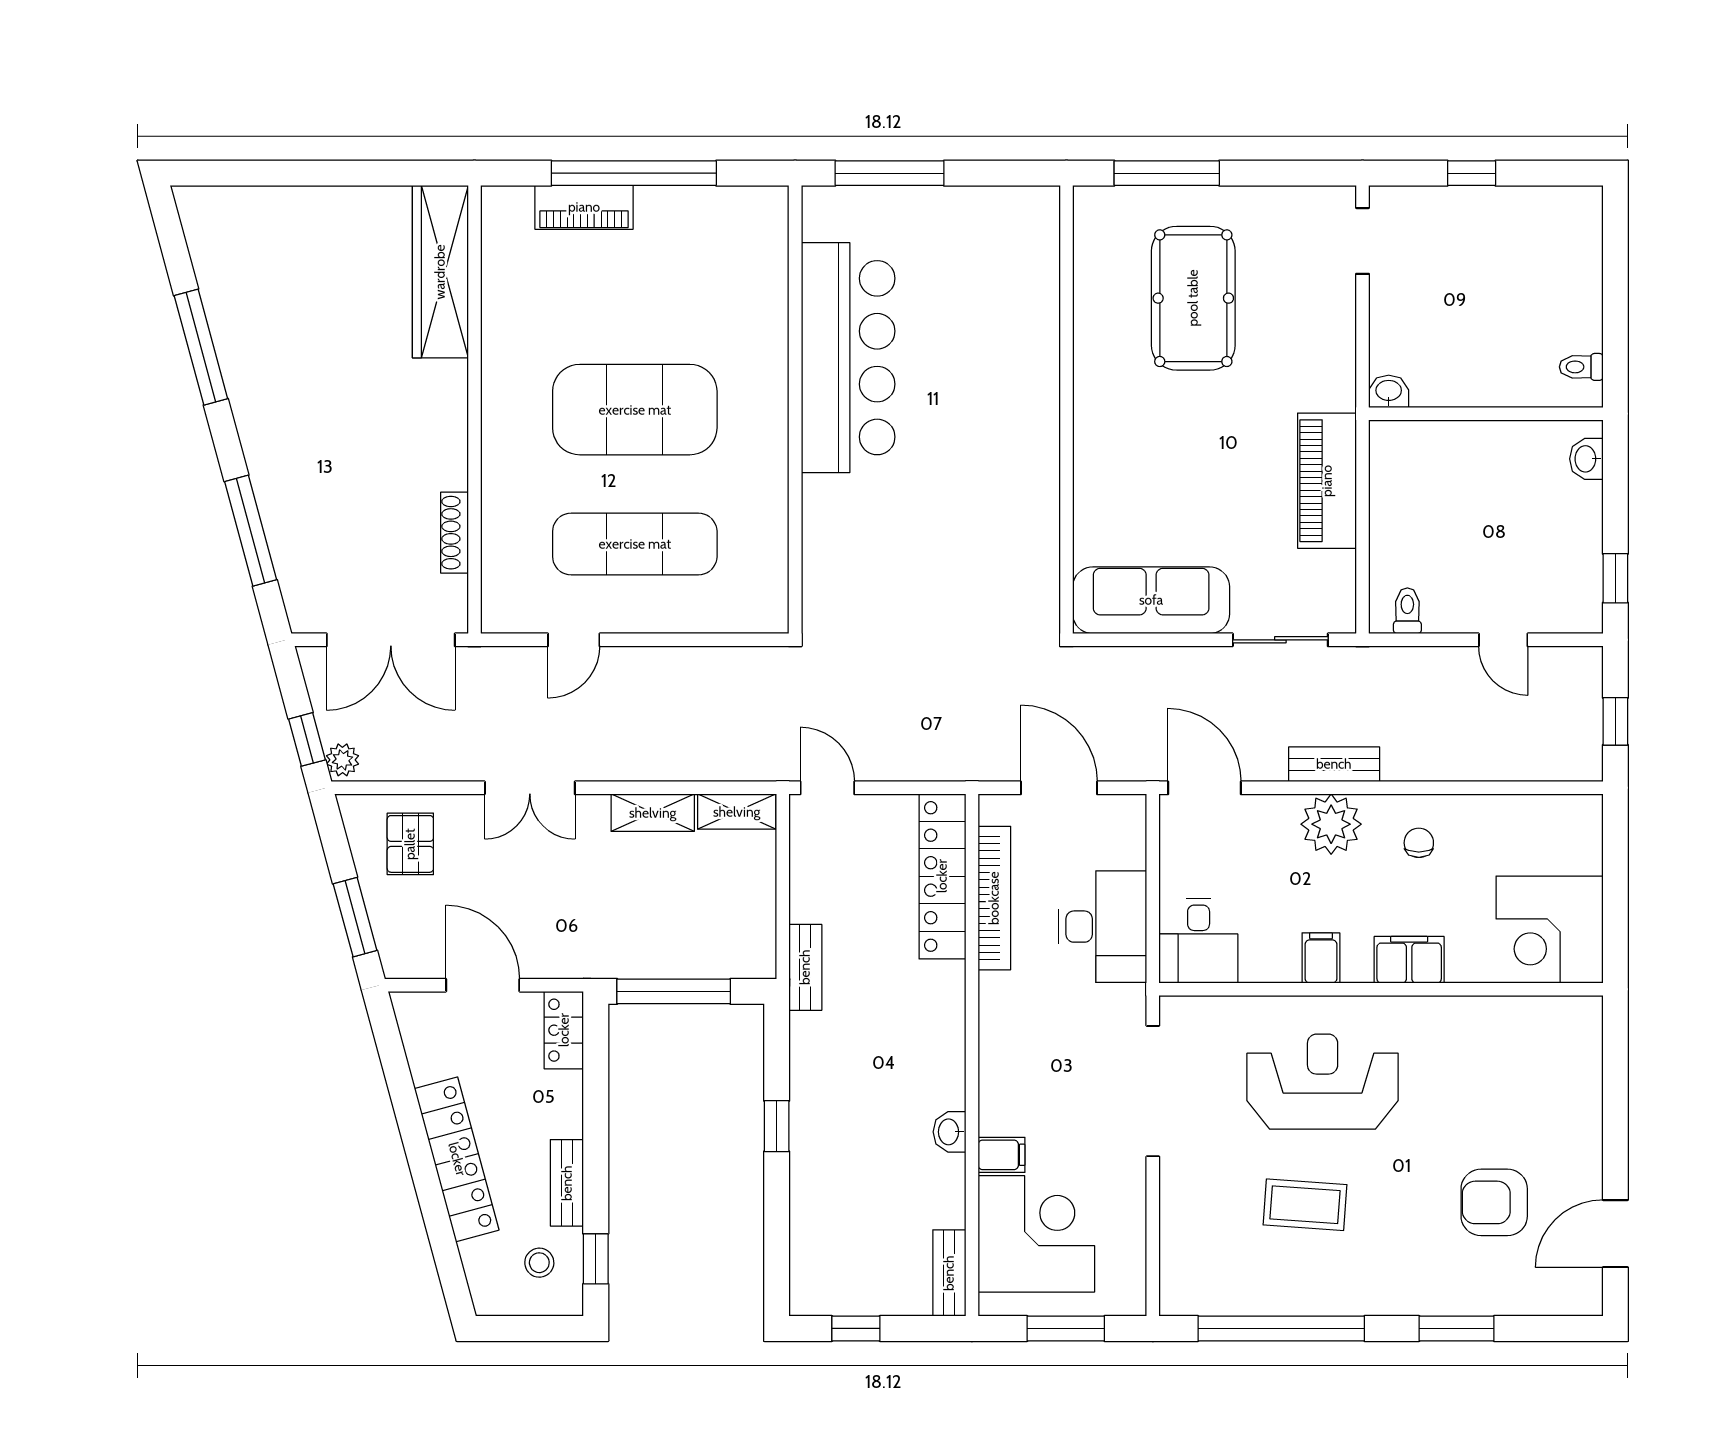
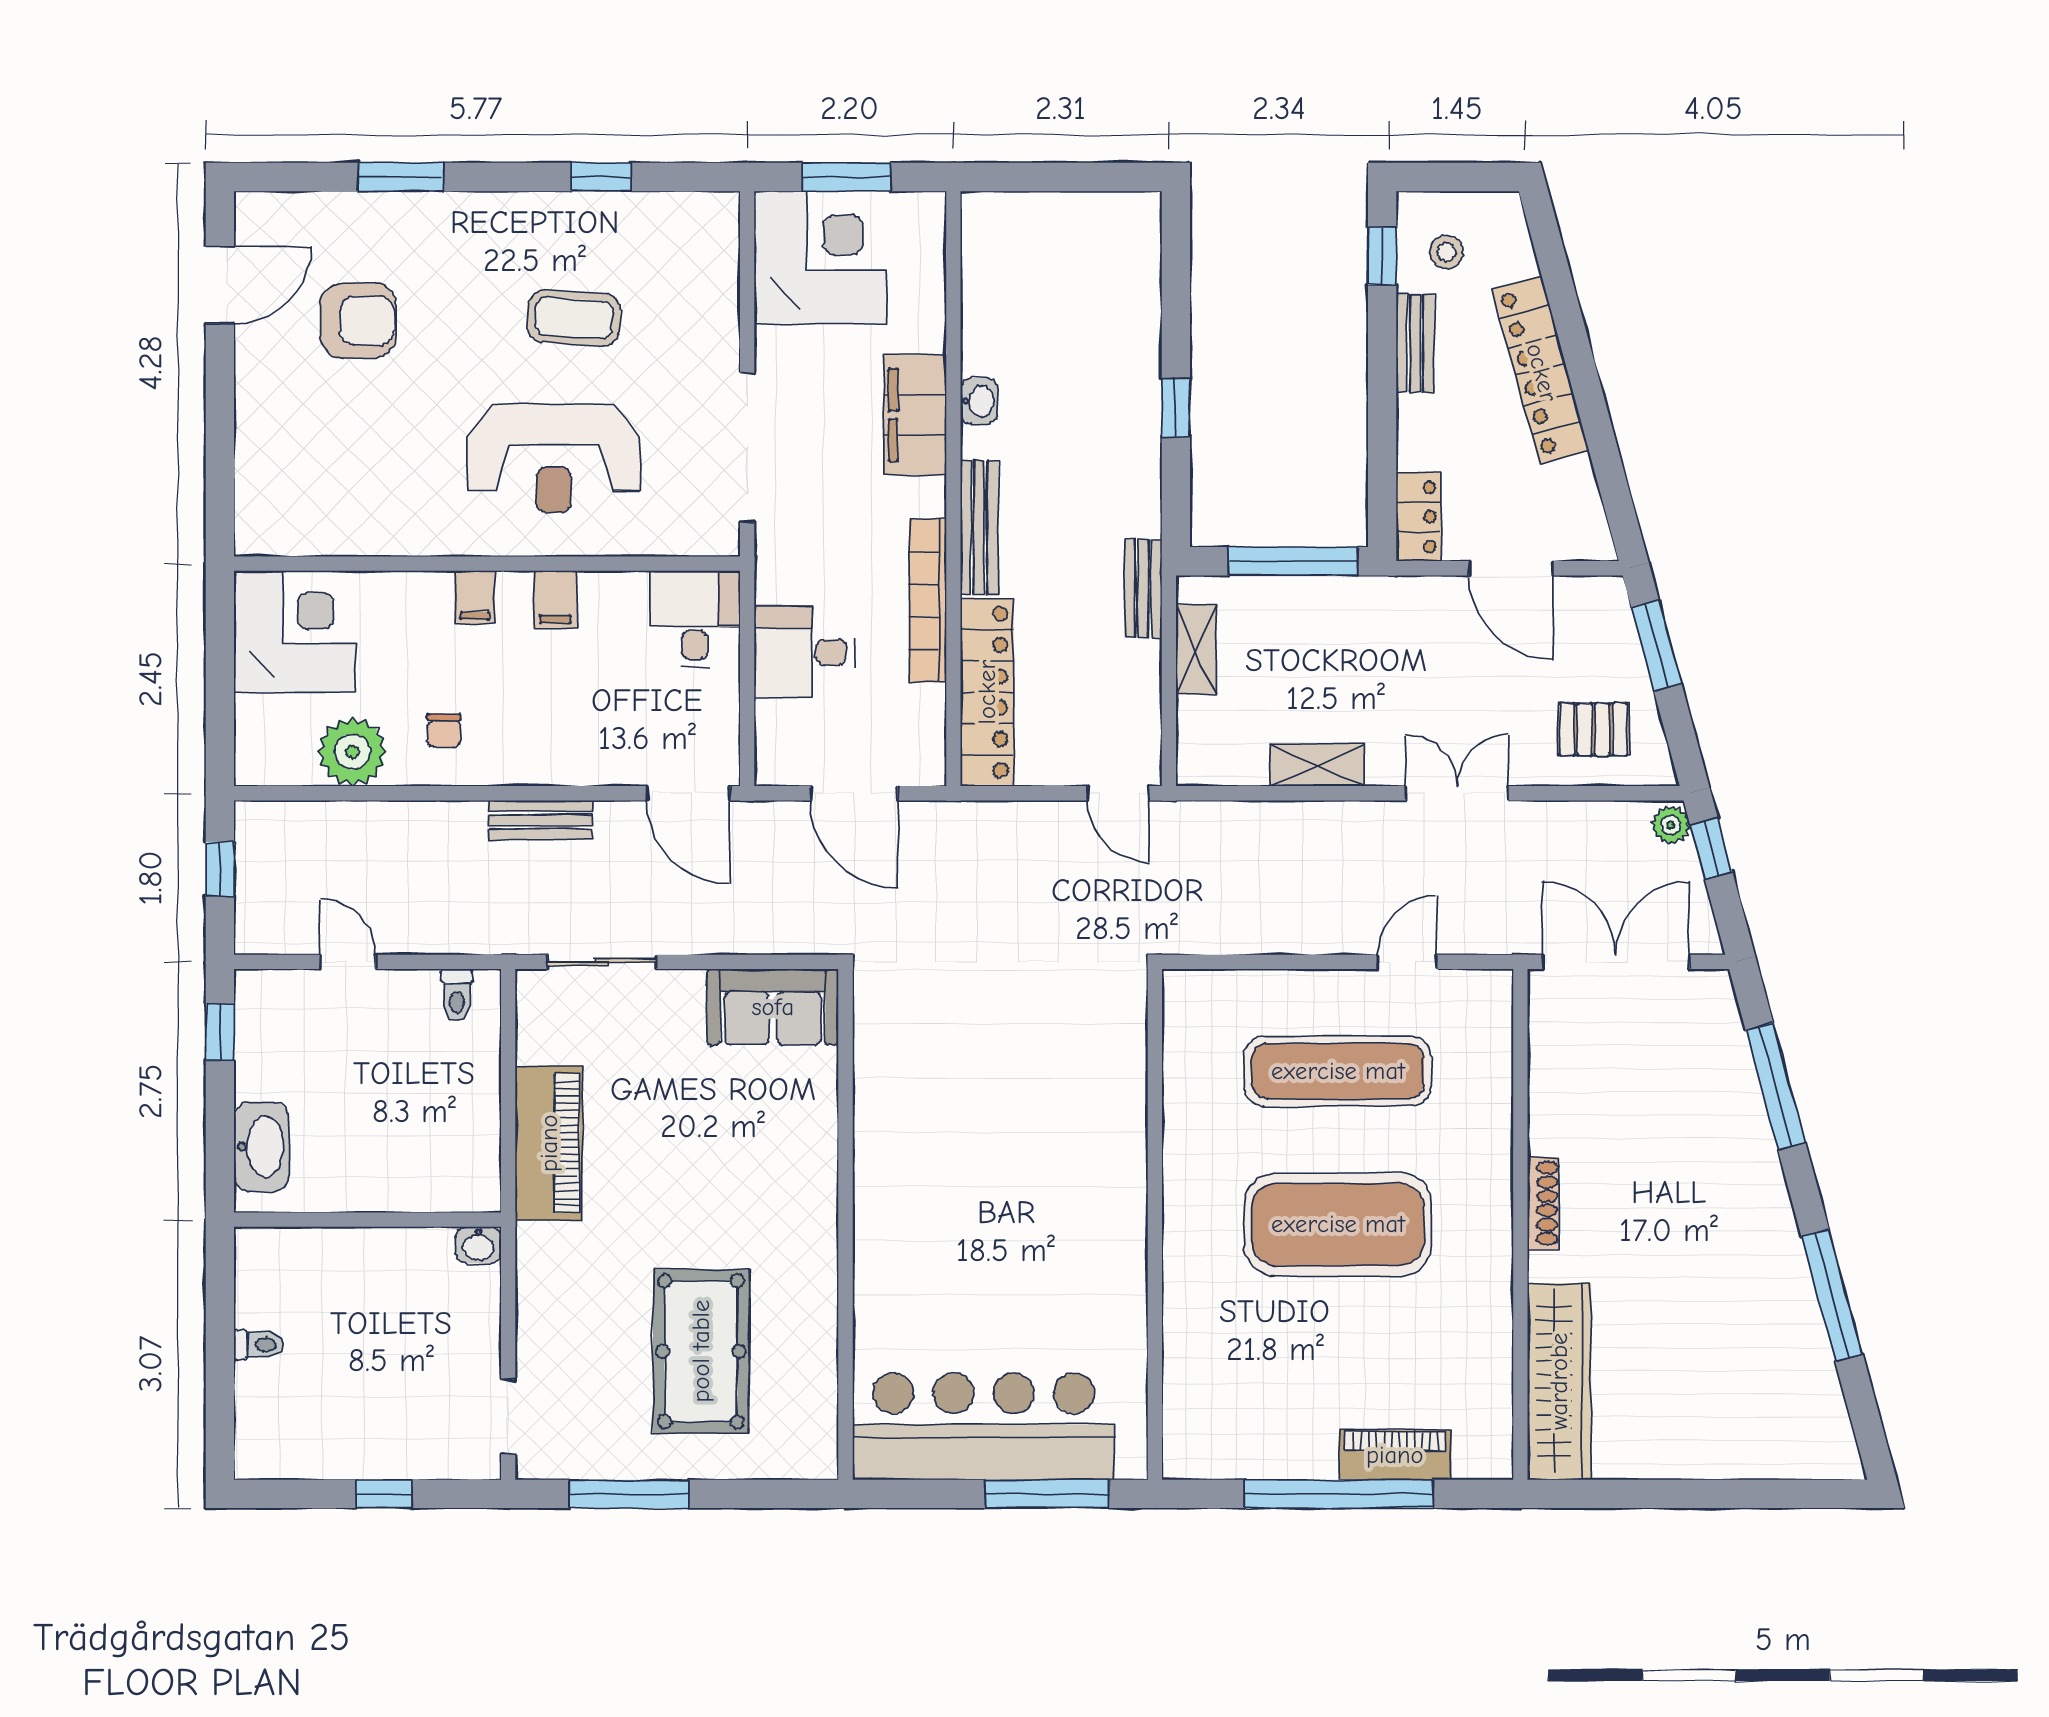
window: (1167, 173) -> (629, 1494), moved
bar counter: (848, 358) -> (984, 1426), moved, turned 90
toilet: (1581, 367) -> (259, 1345), moved
washbasin: (1586, 459) -> (261, 1147), width x1.91, depth x1.45
shoe rack: (454, 533) -> (1543, 1203), moved
sofa: (1151, 600) -> (773, 1007), width x0.73
shelving: (737, 812) -> (1196, 650), moved, turned 90
plant: (1331, 824) -> (352, 752), moved
pallet: (410, 844) -> (1593, 729), turned 90
bookcase: (994, 898) -> (928, 601), moved
desk: (1103, 927) -> (804, 652), width x0.73
filing cabinet: (1409, 960) -> (475, 597), width x0.50
filing cabinet: (1001, 1155) -> (915, 415), width x3.00, depth x1.17
corner desk: (1036, 1234) -> (820, 257), moved, turned 180
bench: (949, 1273) -> (979, 527), moved, width x1.36
window: (856, 1328) -> (1086, 177), removed
window: (1281, 1328) -> (601, 177), width x0.32

